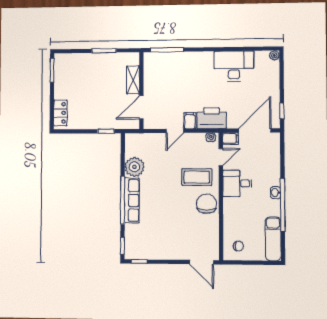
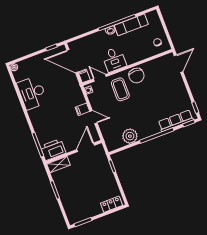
shelving: (133, 80) -> (59, 164), moved
door: (141, 107) -> (86, 147), swing flipped
printer: (212, 118) -> (53, 150), moved, turned 90
row of seats: (132, 200) -> (176, 121), moved
chair: (206, 204) -> (136, 76), turned -90
exam couch: (273, 239) -> (131, 25), moved

